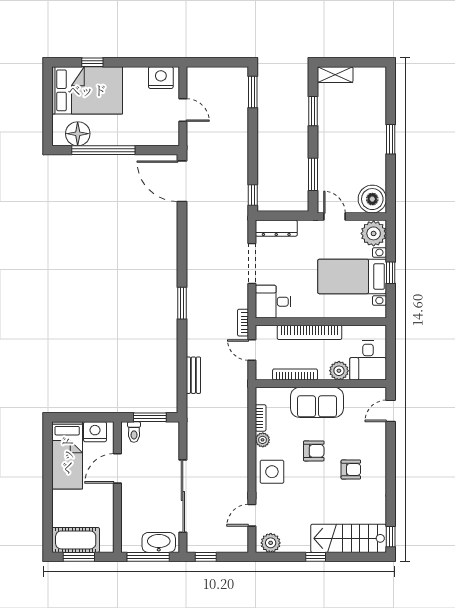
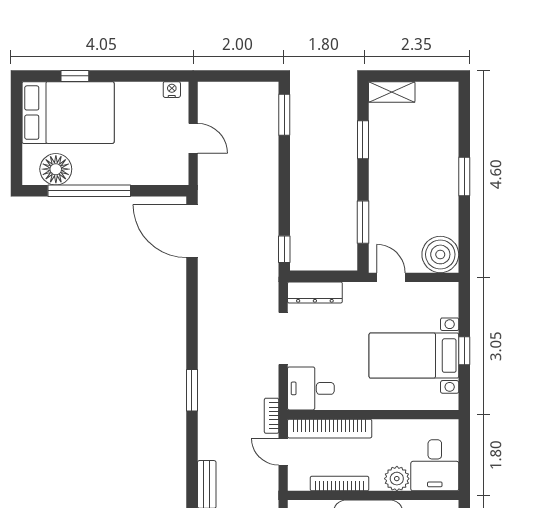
nightstand: (161, 78) -> (172, 90), width x0.53, depth x0.56
plant: (374, 233) -> (442, 299), removed
bookcase: (309, 332) -> (330, 429), moved

